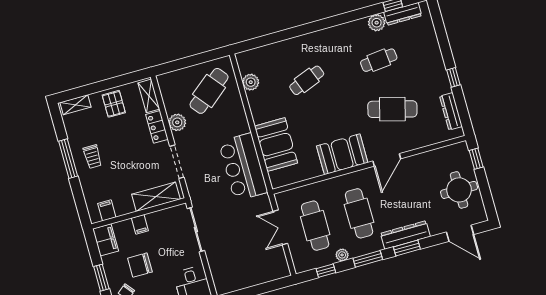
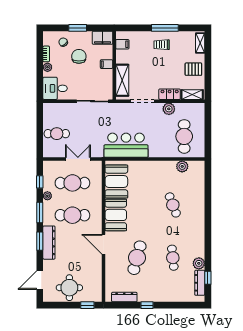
cafe table: (209, 91) -> (184, 136), turned 39
booth: (276, 145) -> (116, 181), moved, turned 90
cafe table: (254, 266) -> (57, 134), added

